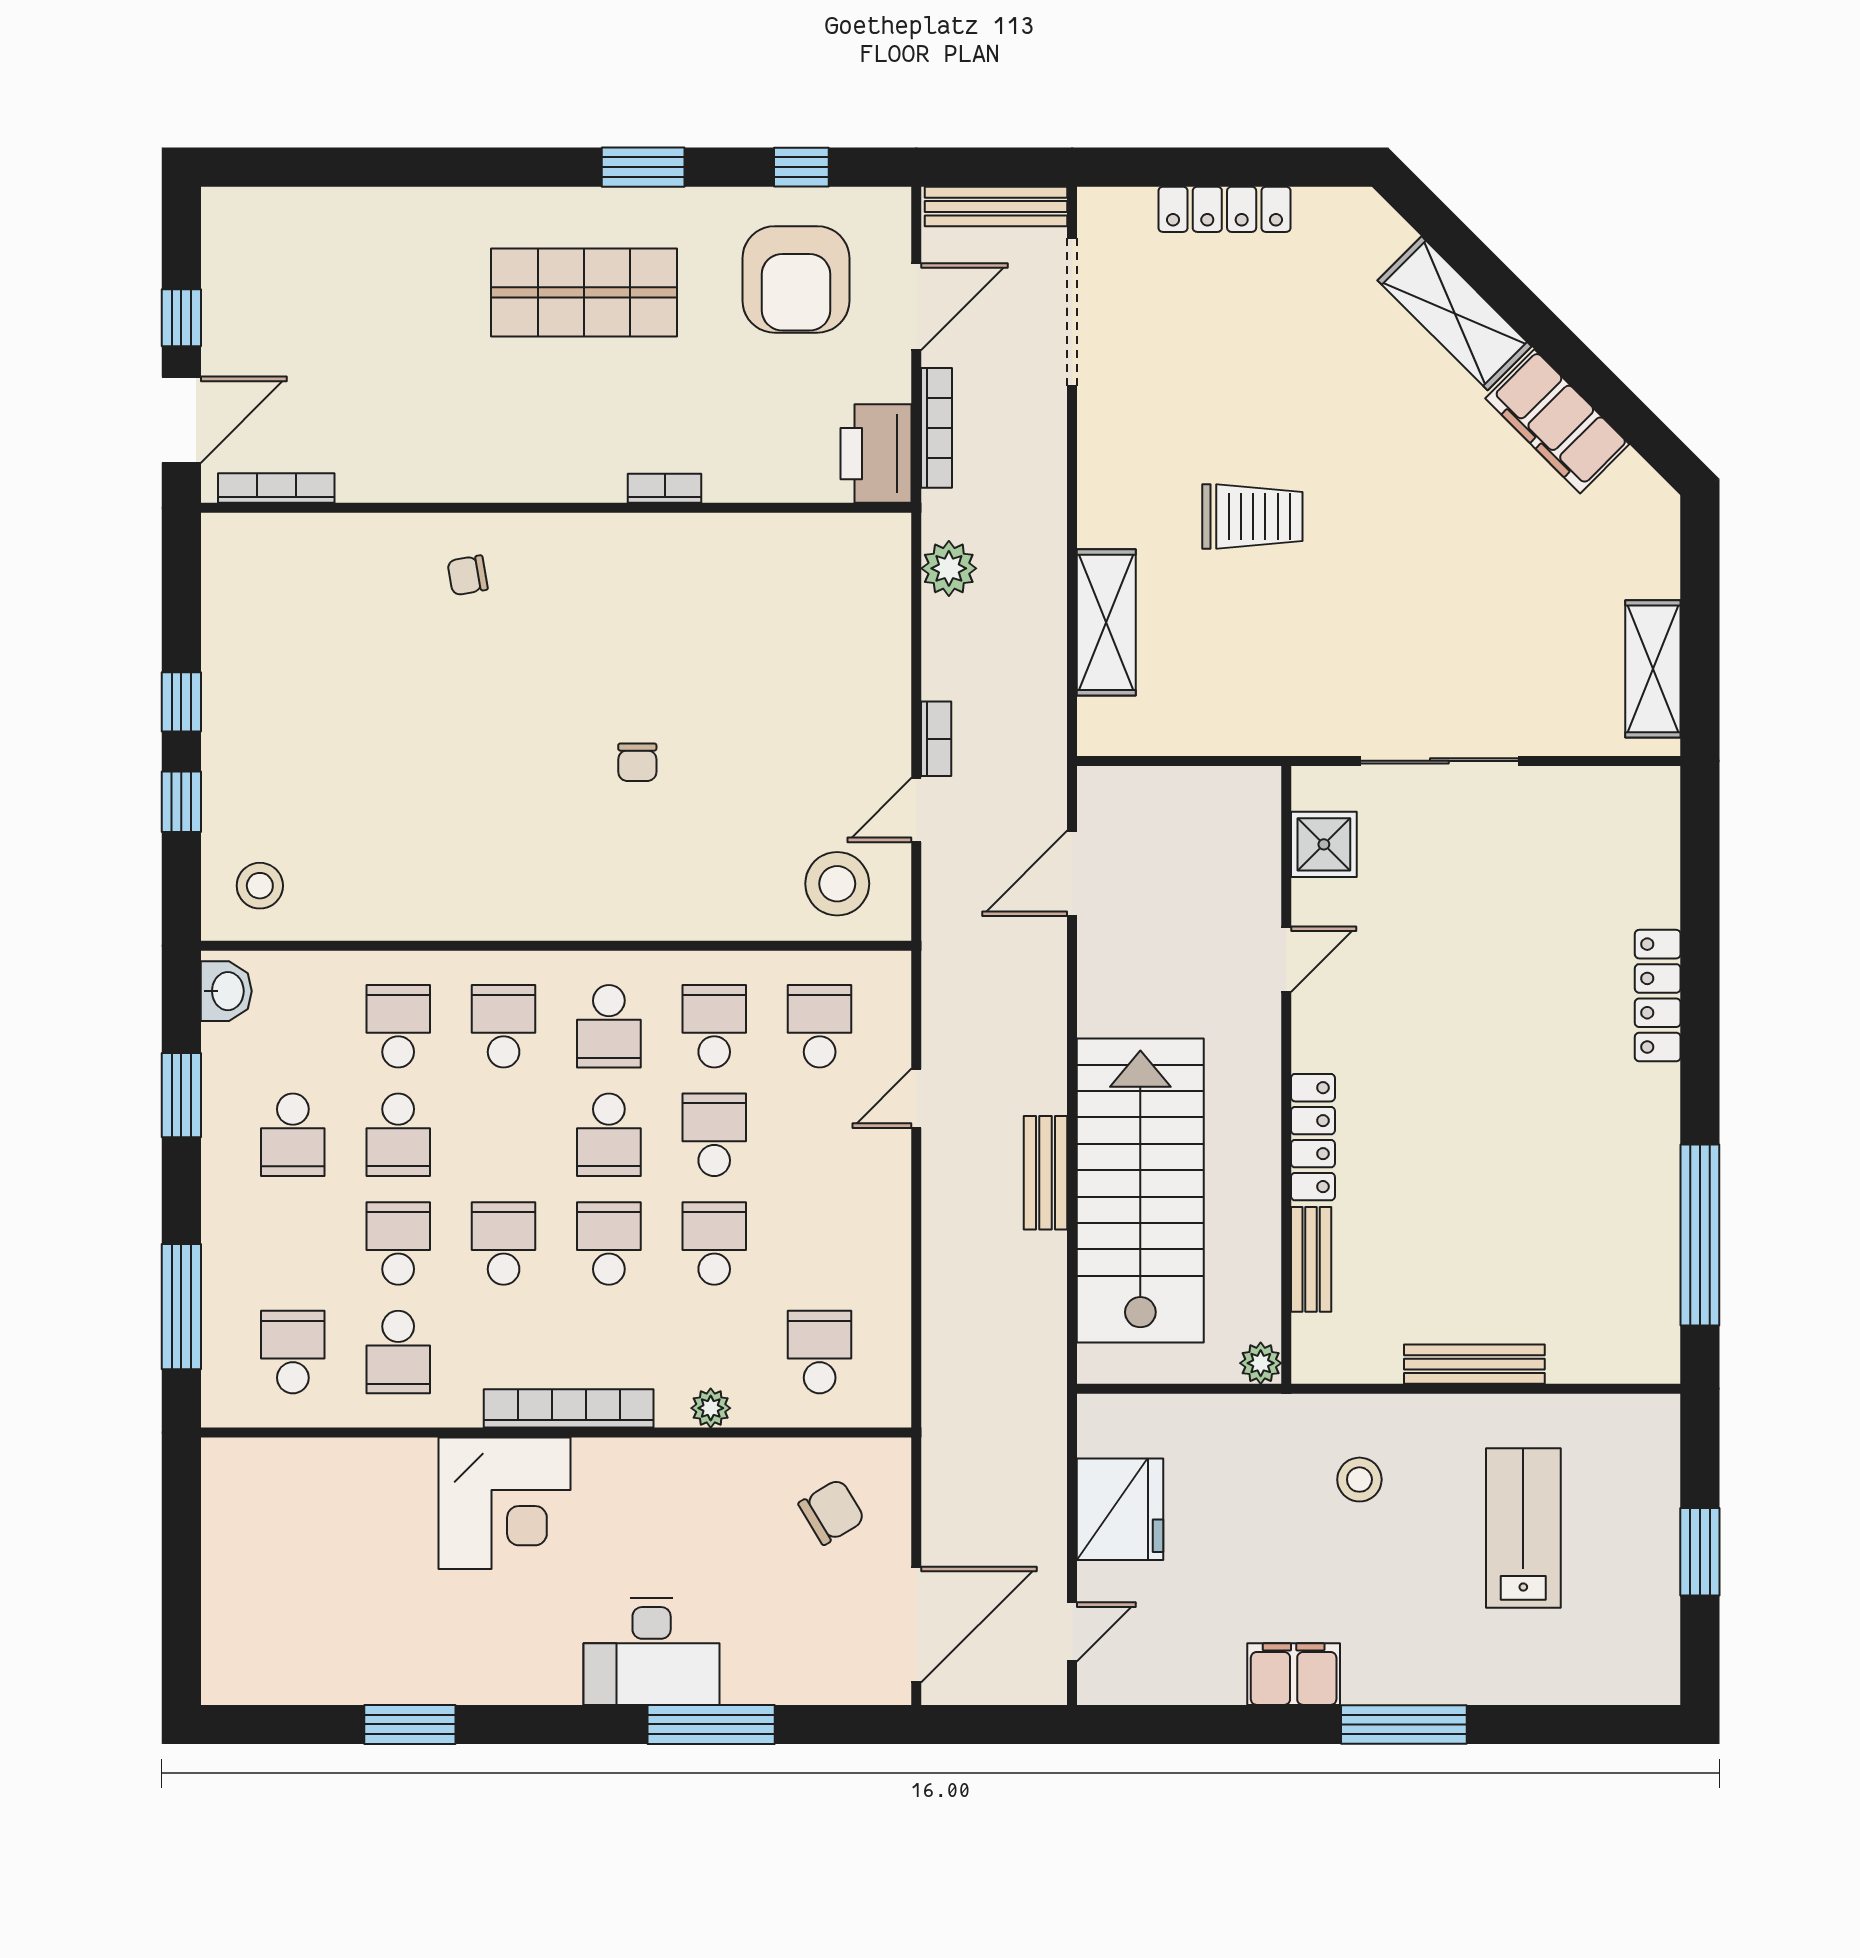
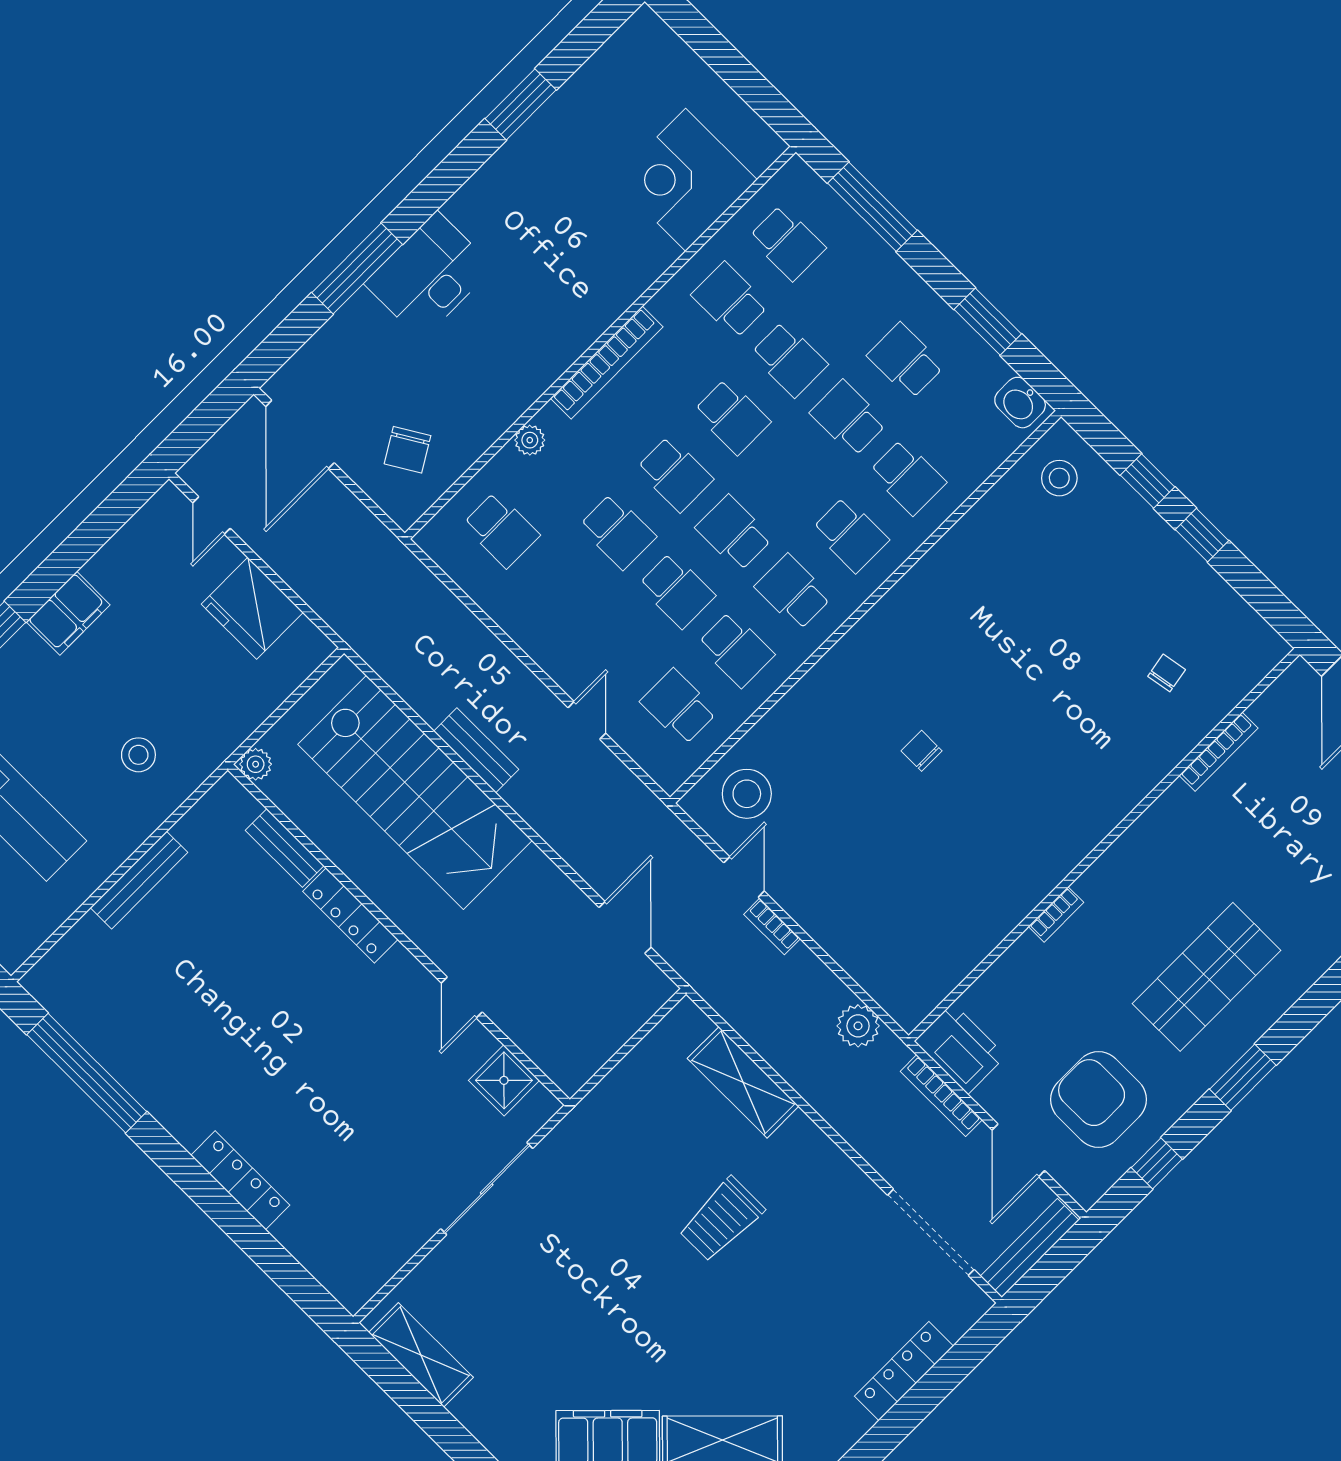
bookcase: (276, 488) -> (1218, 752), moved
chair: (468, 575) -> (1167, 673), moved
school desk: (820, 1026) -> (679, 707), turned 180
corner desk: (505, 1503) -> (686, 180), moved

